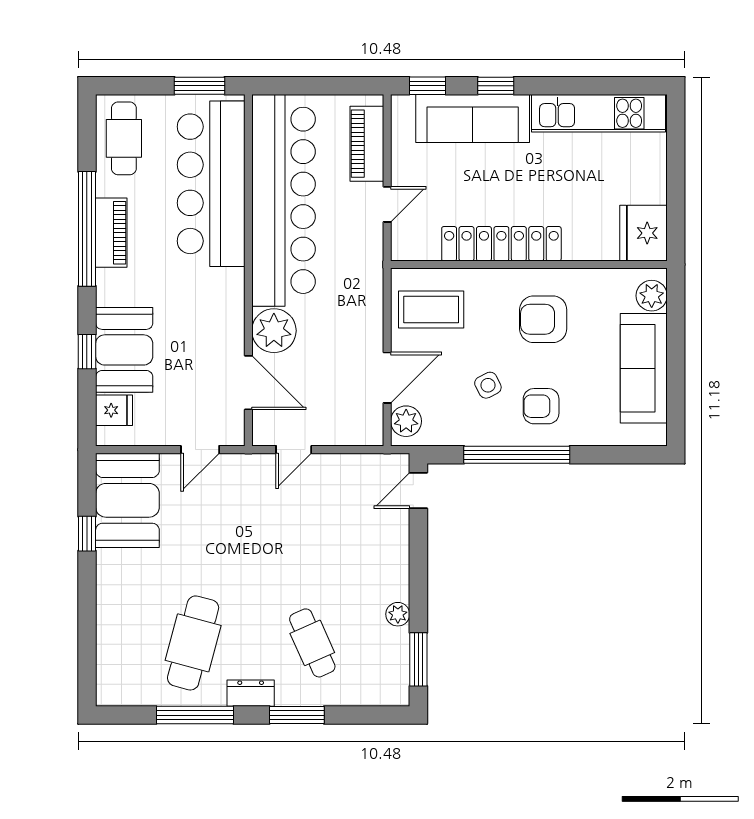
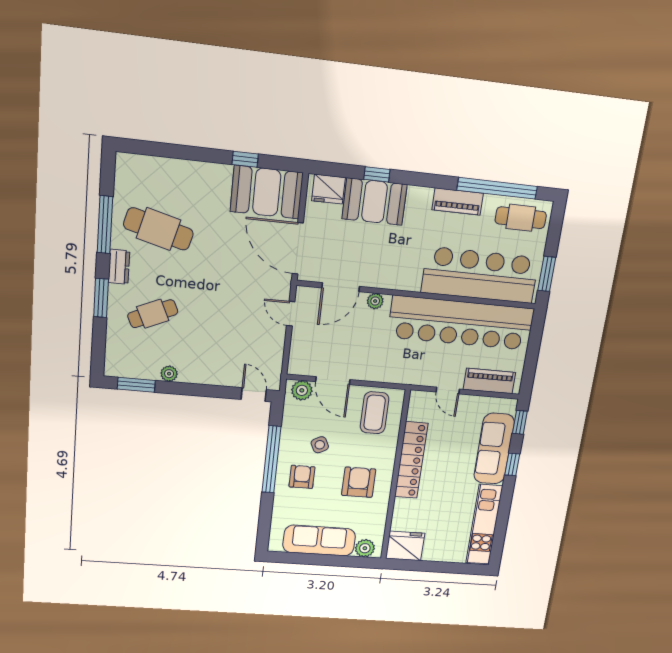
window: (87, 229) -> (497, 188), moved
plant: (274, 331) -> (375, 301), width x0.53, depth x0.53
fridge: (114, 410) -> (328, 189), width x1.38
door: (200, 450) -> (298, 248), width x1.88

